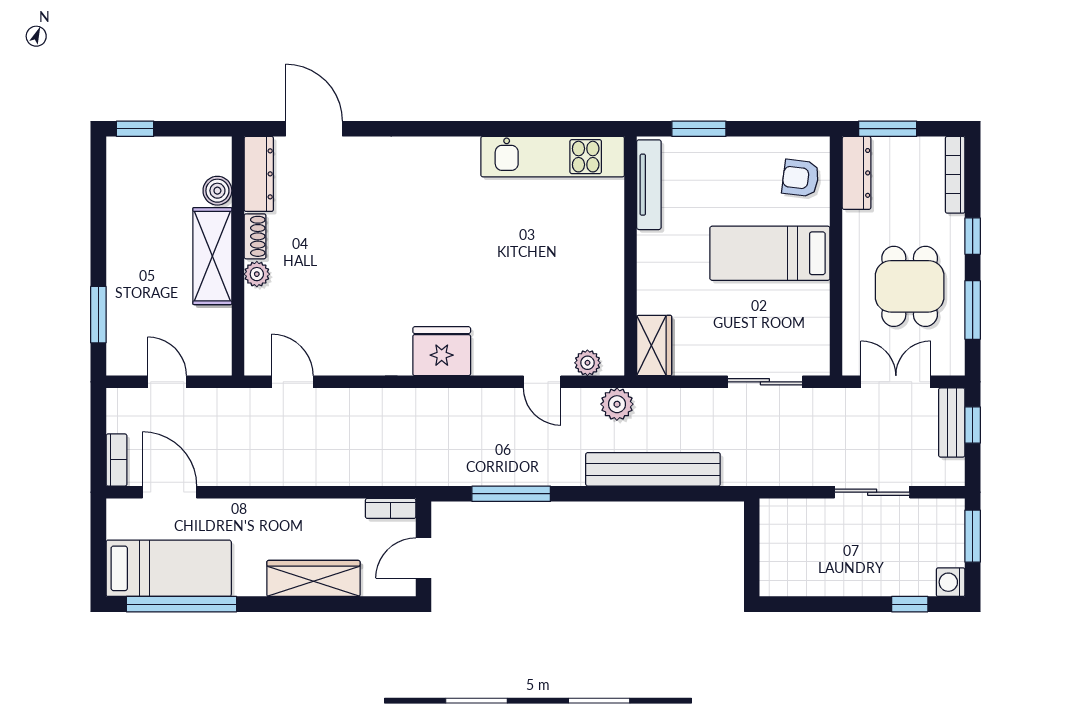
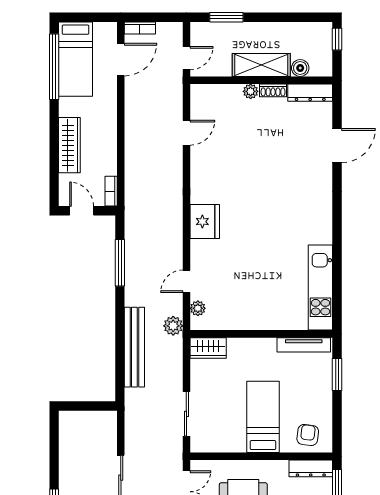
dresser: (259, 174) -> (310, 93), moved
boiler: (217, 191) -> (300, 68), moved
shoe rack: (255, 236) -> (273, 90), moved
shelving: (212, 256) -> (261, 65), moved
wall: (238, 256) -> (261, 80), moved
plant: (257, 274) -> (251, 91), moved

